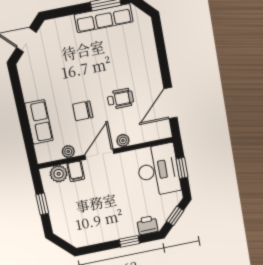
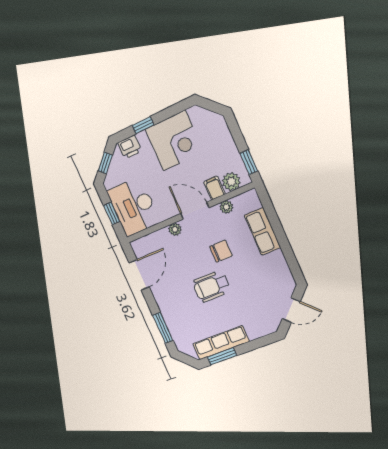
window: (160, 44) -> (163, 328), added
wheelchair: (120, 99) -> (211, 286), moved, width x1.36, depth x1.37
door: (99, 154) -> (195, 211), swing flipped
window: (42, 204) -> (249, 162), moved
corner desk: (104, 222) -> (174, 141), added

